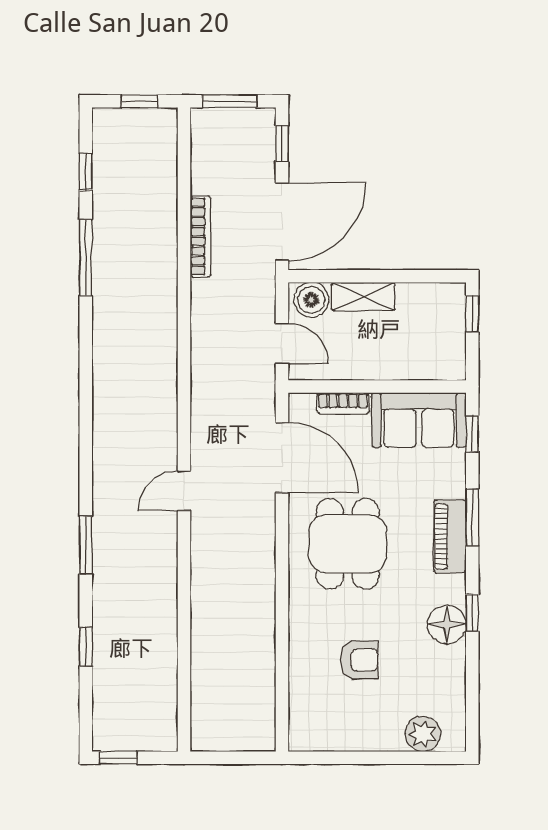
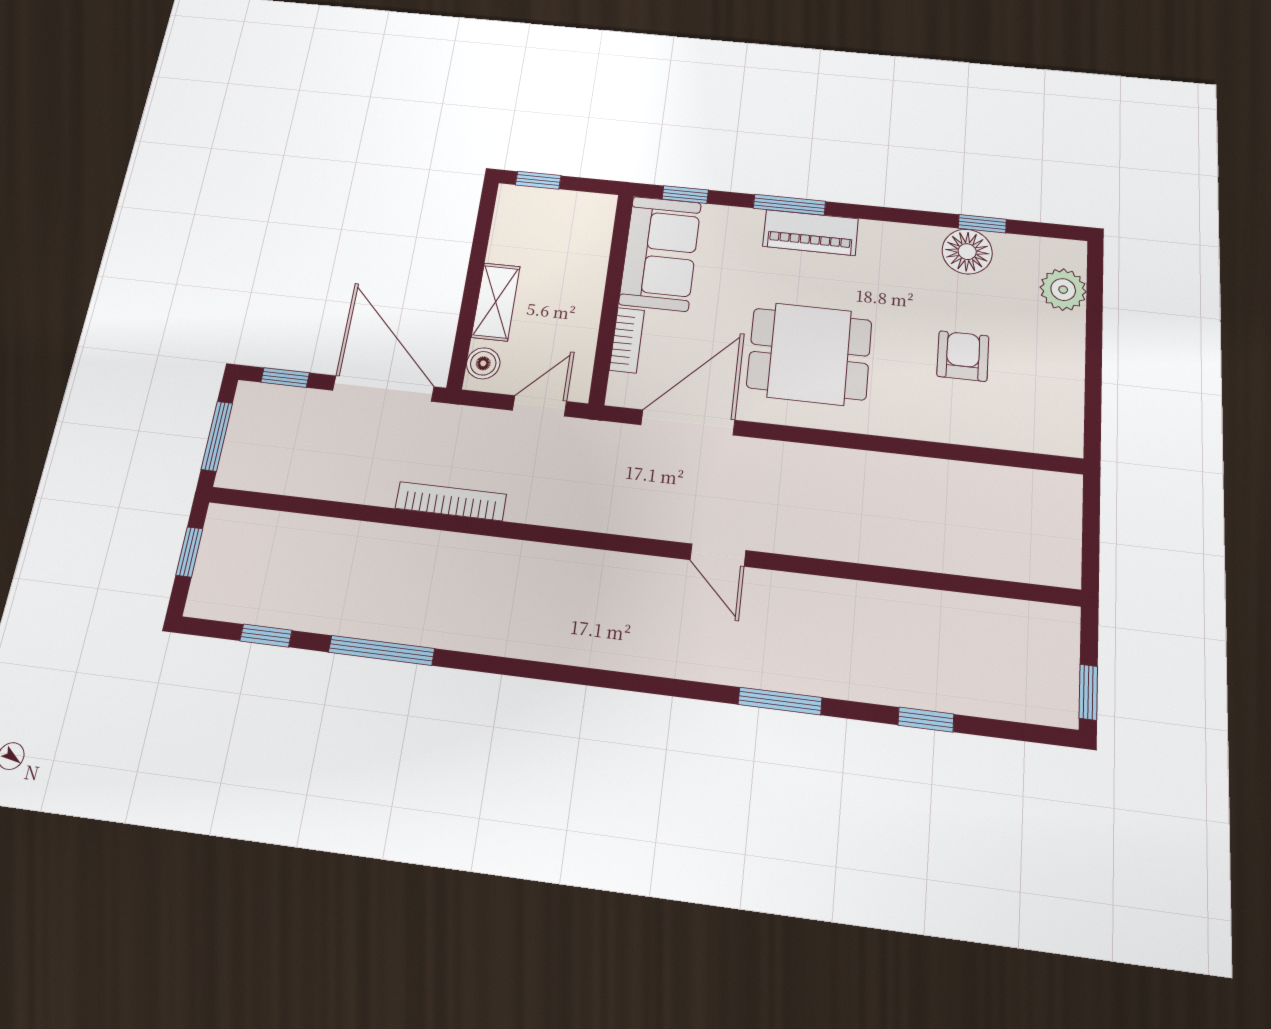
bookcase: (200, 236) -> (451, 501), moved
boiler: (311, 300) -> (483, 363), width x0.73, depth x0.73
window: (472, 613) -> (982, 224), moved
floor lamp: (447, 624) -> (967, 252), moved

